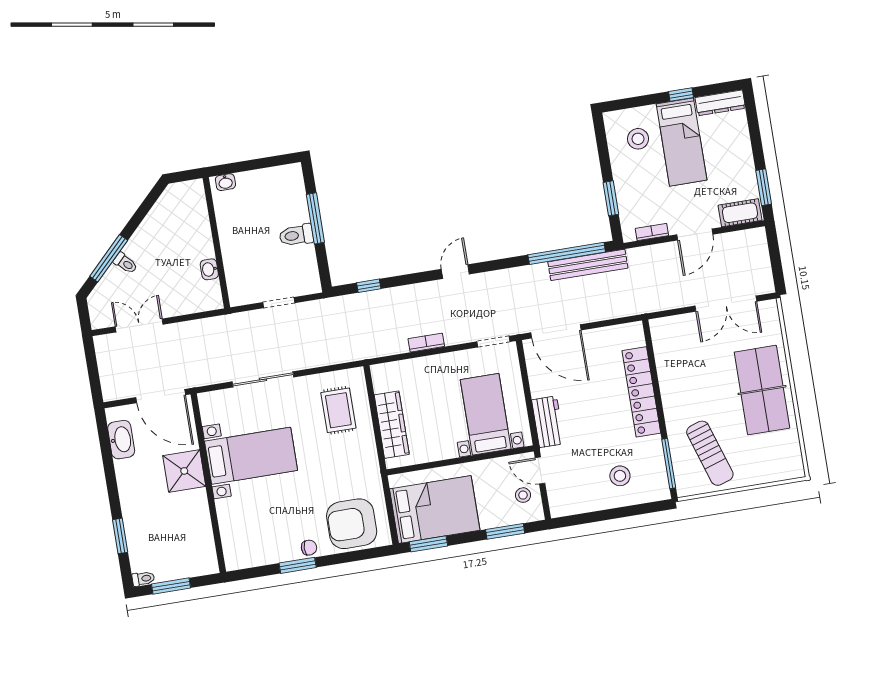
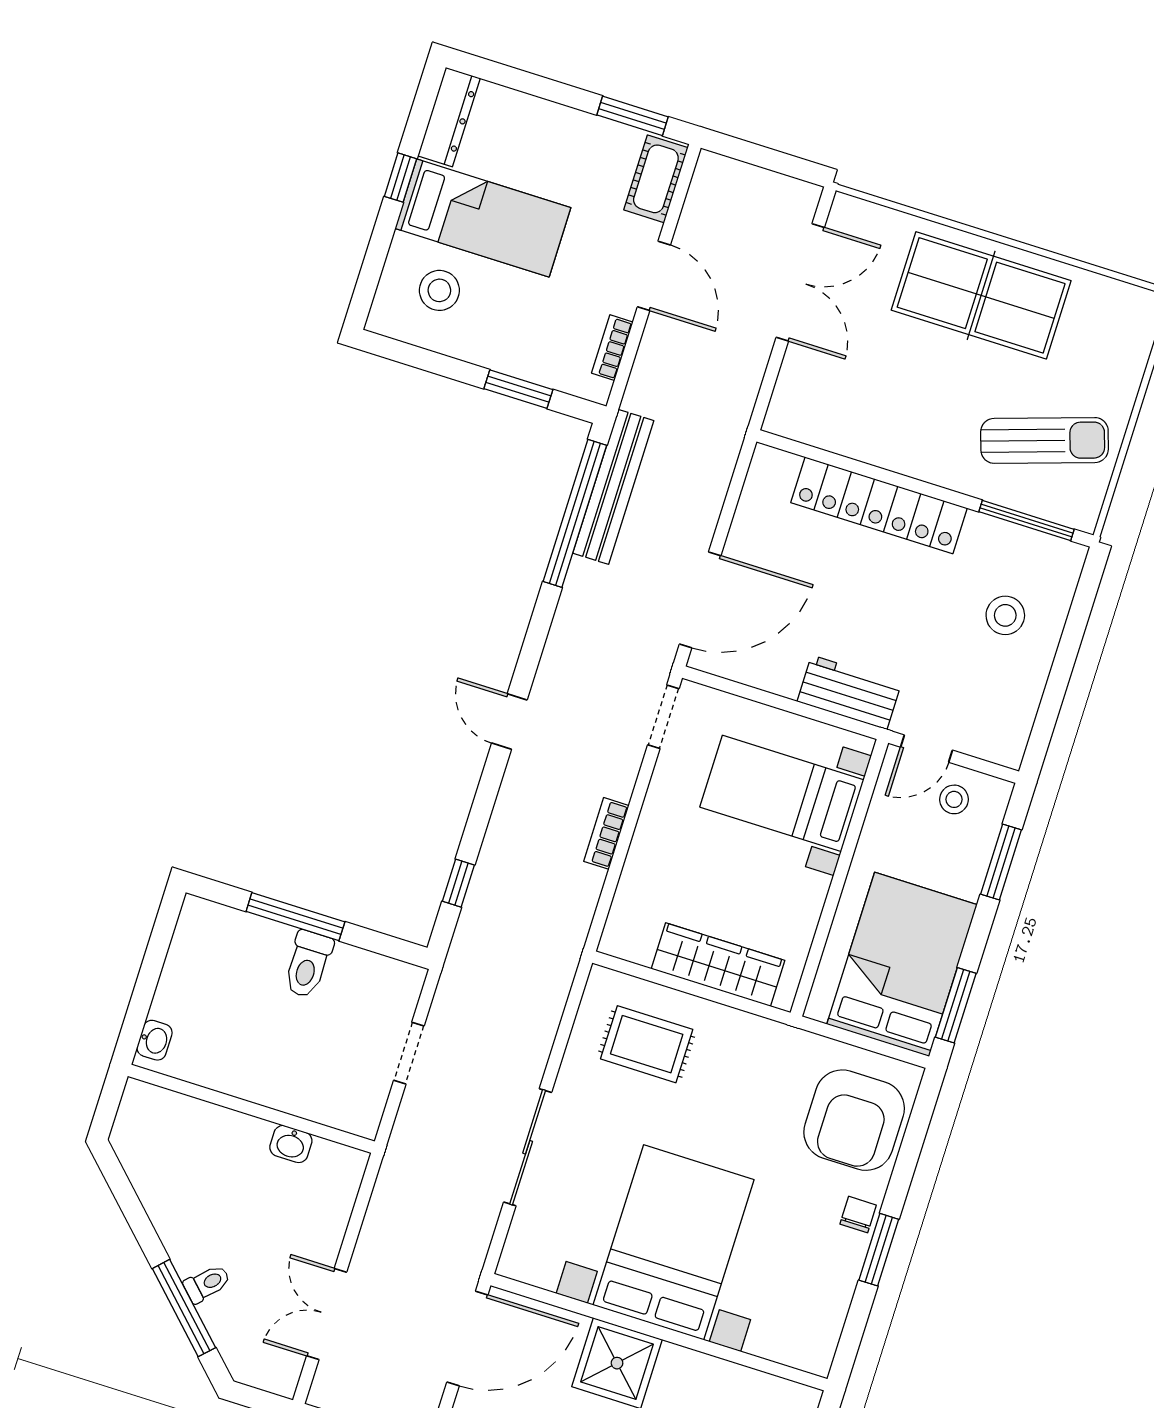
bed with nightstands: (251, 456) -> (674, 1242), width x1.36

